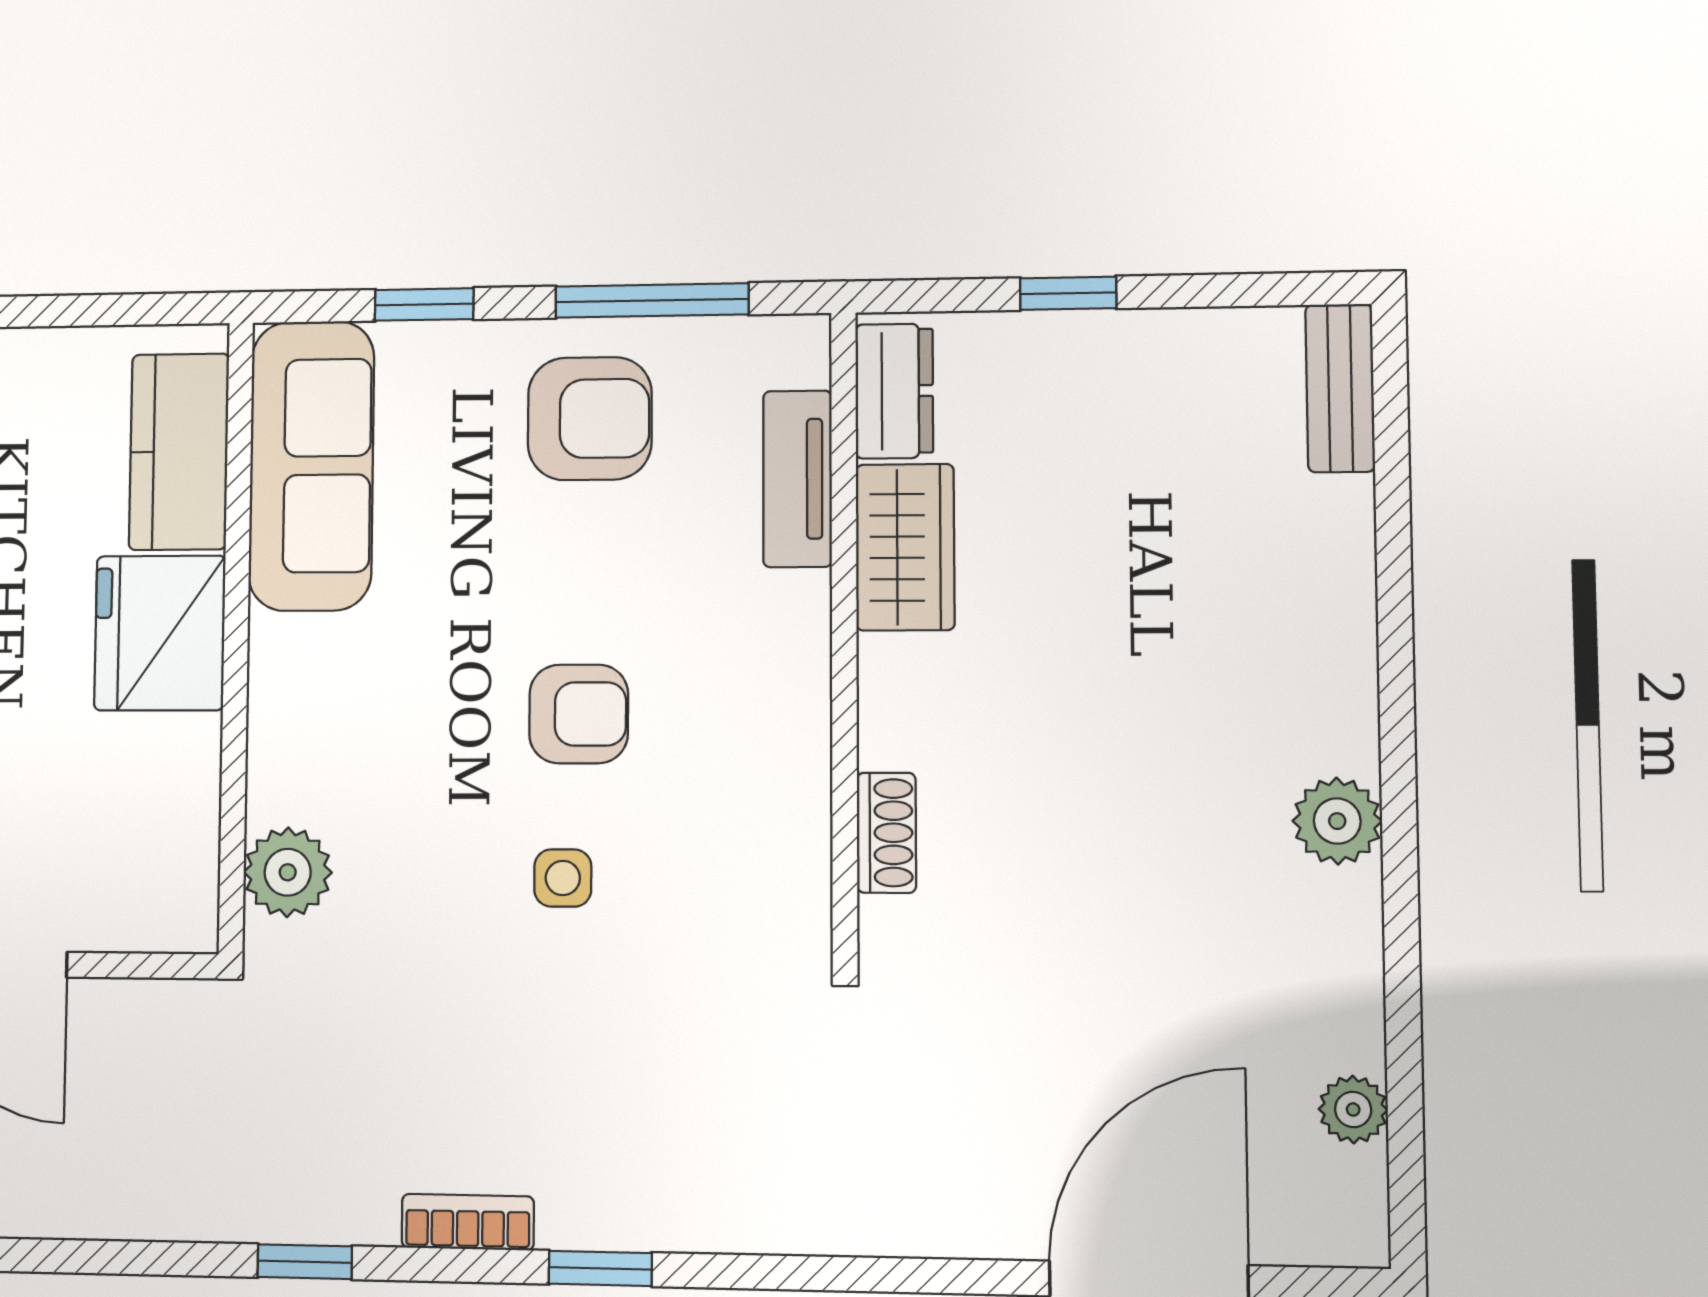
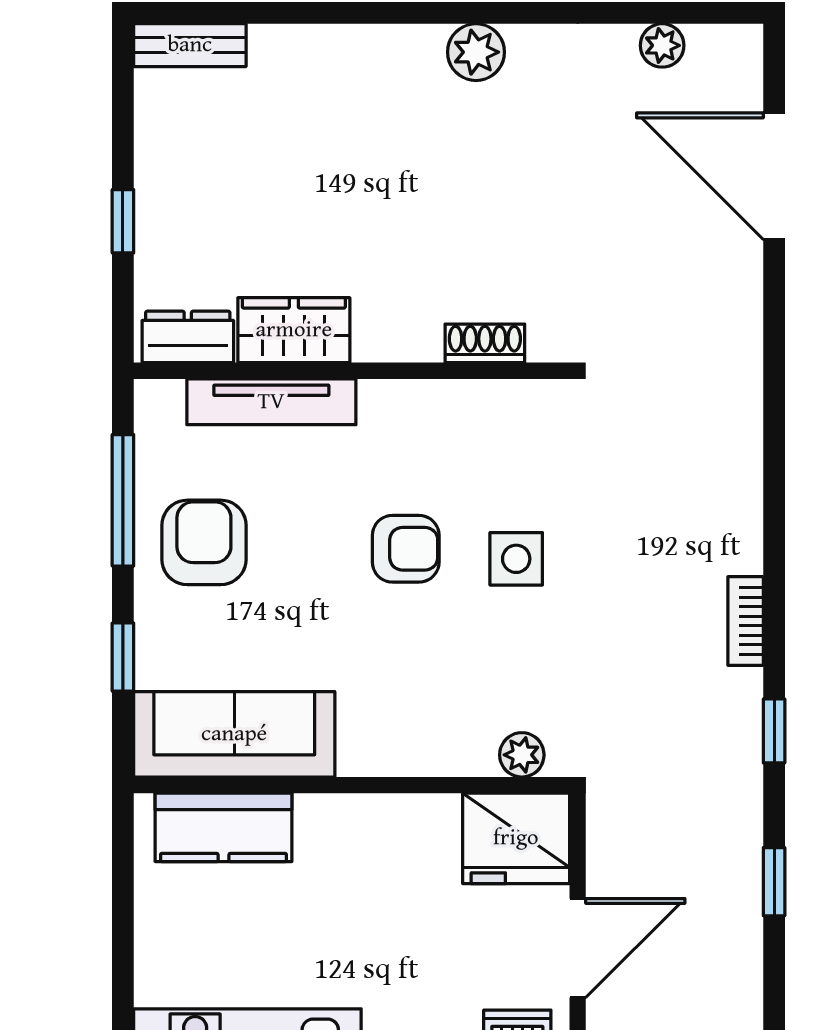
tv unit: (797, 479) -> (271, 402), width x1.41
fridge: (160, 633) -> (516, 838), moved
armchair: (579, 714) -> (406, 549), turned 90
plant: (288, 872) -> (522, 755), width x0.73, depth x0.73
side table: (563, 878) -> (516, 559), width x1.37, depth x1.37
window: (600, 1268) -> (774, 882), moved

